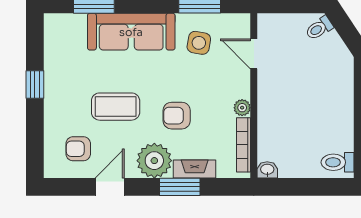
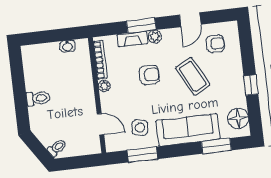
floor lamp: (59, 39) -> (238, 118), added
coffee table: (116, 107) -> (193, 76), turned 62
plant: (154, 161) -> (155, 37), width x0.53, depth x0.53
toilet: (338, 162) -> (38, 98), moved
washbasin: (267, 170) -> (67, 46), moved

